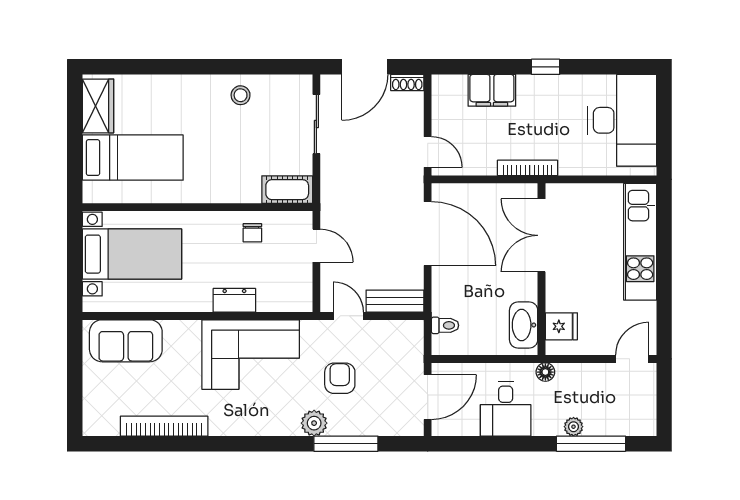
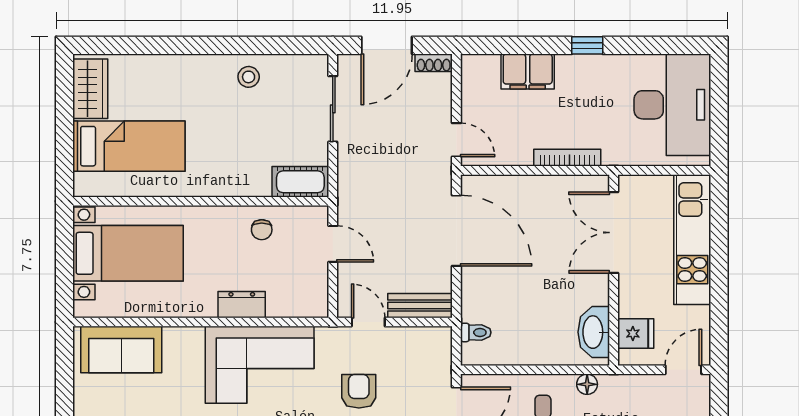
double door: (541, 235) -> (614, 233), moved
wall: (541, 269) -> (614, 270), moved
washbasin: (524, 325) -> (594, 332), moved
fridge: (561, 326) -> (636, 334), moved

